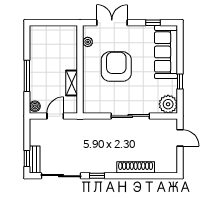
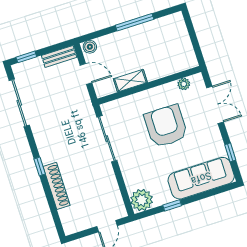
armchair: (116, 67) -> (166, 126), turned -90
window: (27, 76) -> (135, 22), moved
sliding door: (130, 116) -> (107, 139), moved
bench: (35, 159) -> (59, 56), moved
window: (97, 176) -> (40, 166), moved

